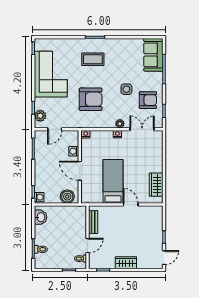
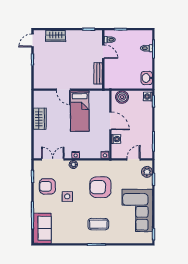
double door: (142, 129) -> (53, 159), swing flipped
wardrobe: (156, 185) -> (40, 119), moved
door: (88, 246) -> (103, 52), swing flipped
wardrobe: (126, 263) -> (56, 36), moved

